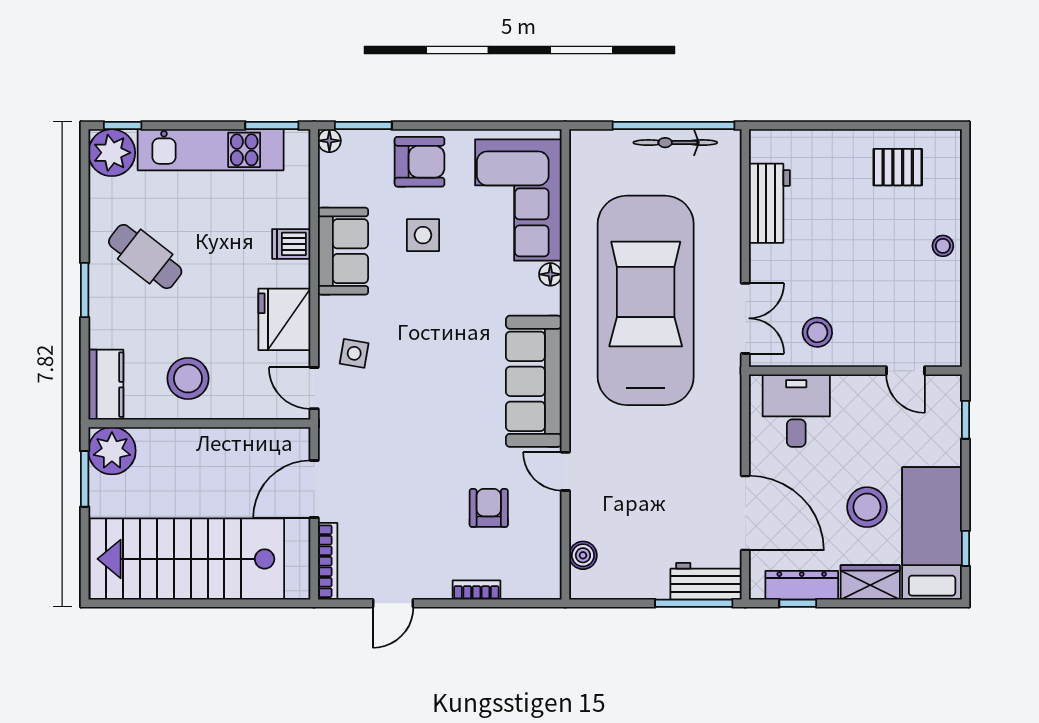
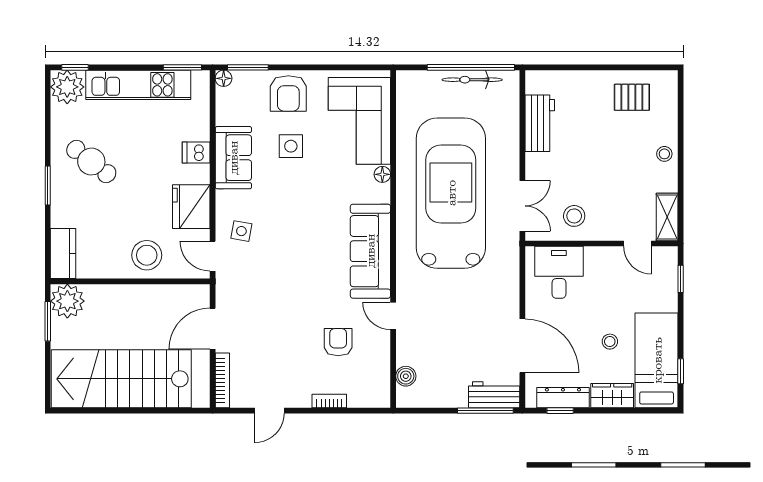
armchair: (420, 162) -> (288, 93), turned 90
shelving: (947, 334) -> (667, 217), added
stool: (188, 378) -> (147, 255), moved
stool: (867, 507) -> (610, 342), width x0.53, depth x0.53

